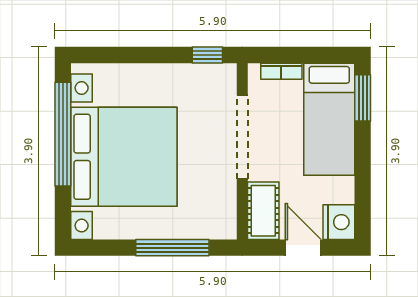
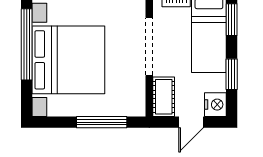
window: (363, 178) -> (232, 74), added
door: (303, 248) -> (191, 122), swing flipped

